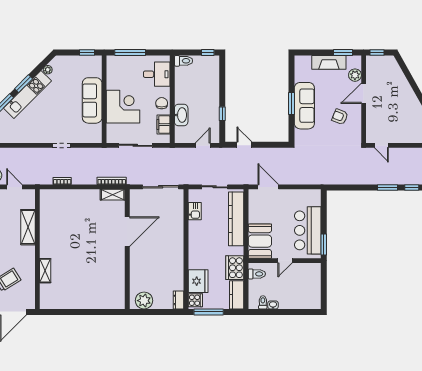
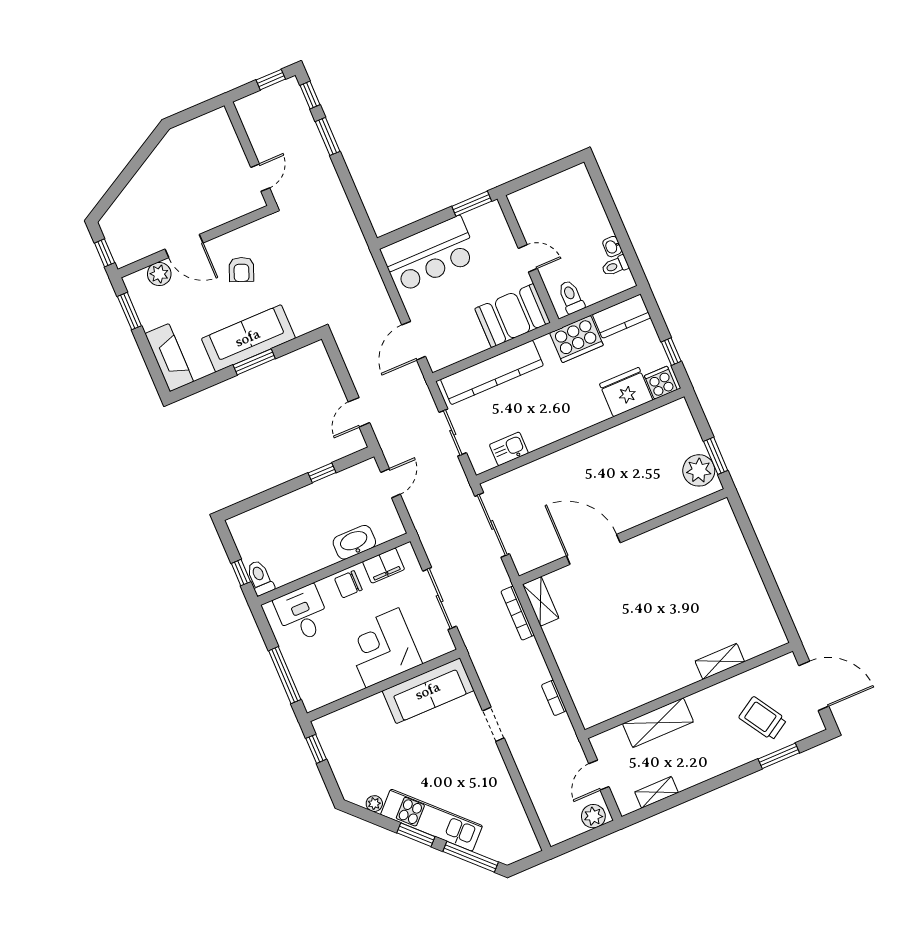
window: (208, 53) -> (241, 573), moved
fireplace: (329, 62) -> (169, 358), moved
sofa: (92, 100) -> (428, 691), moved
door: (203, 145) -> (390, 483), swing flipped
bar counter: (308, 230) -> (429, 254), moved
dresser: (179, 300) -> (673, 412), removed
window: (148, 312) -> (716, 456), added
window: (209, 312) -> (671, 352), width x0.46

